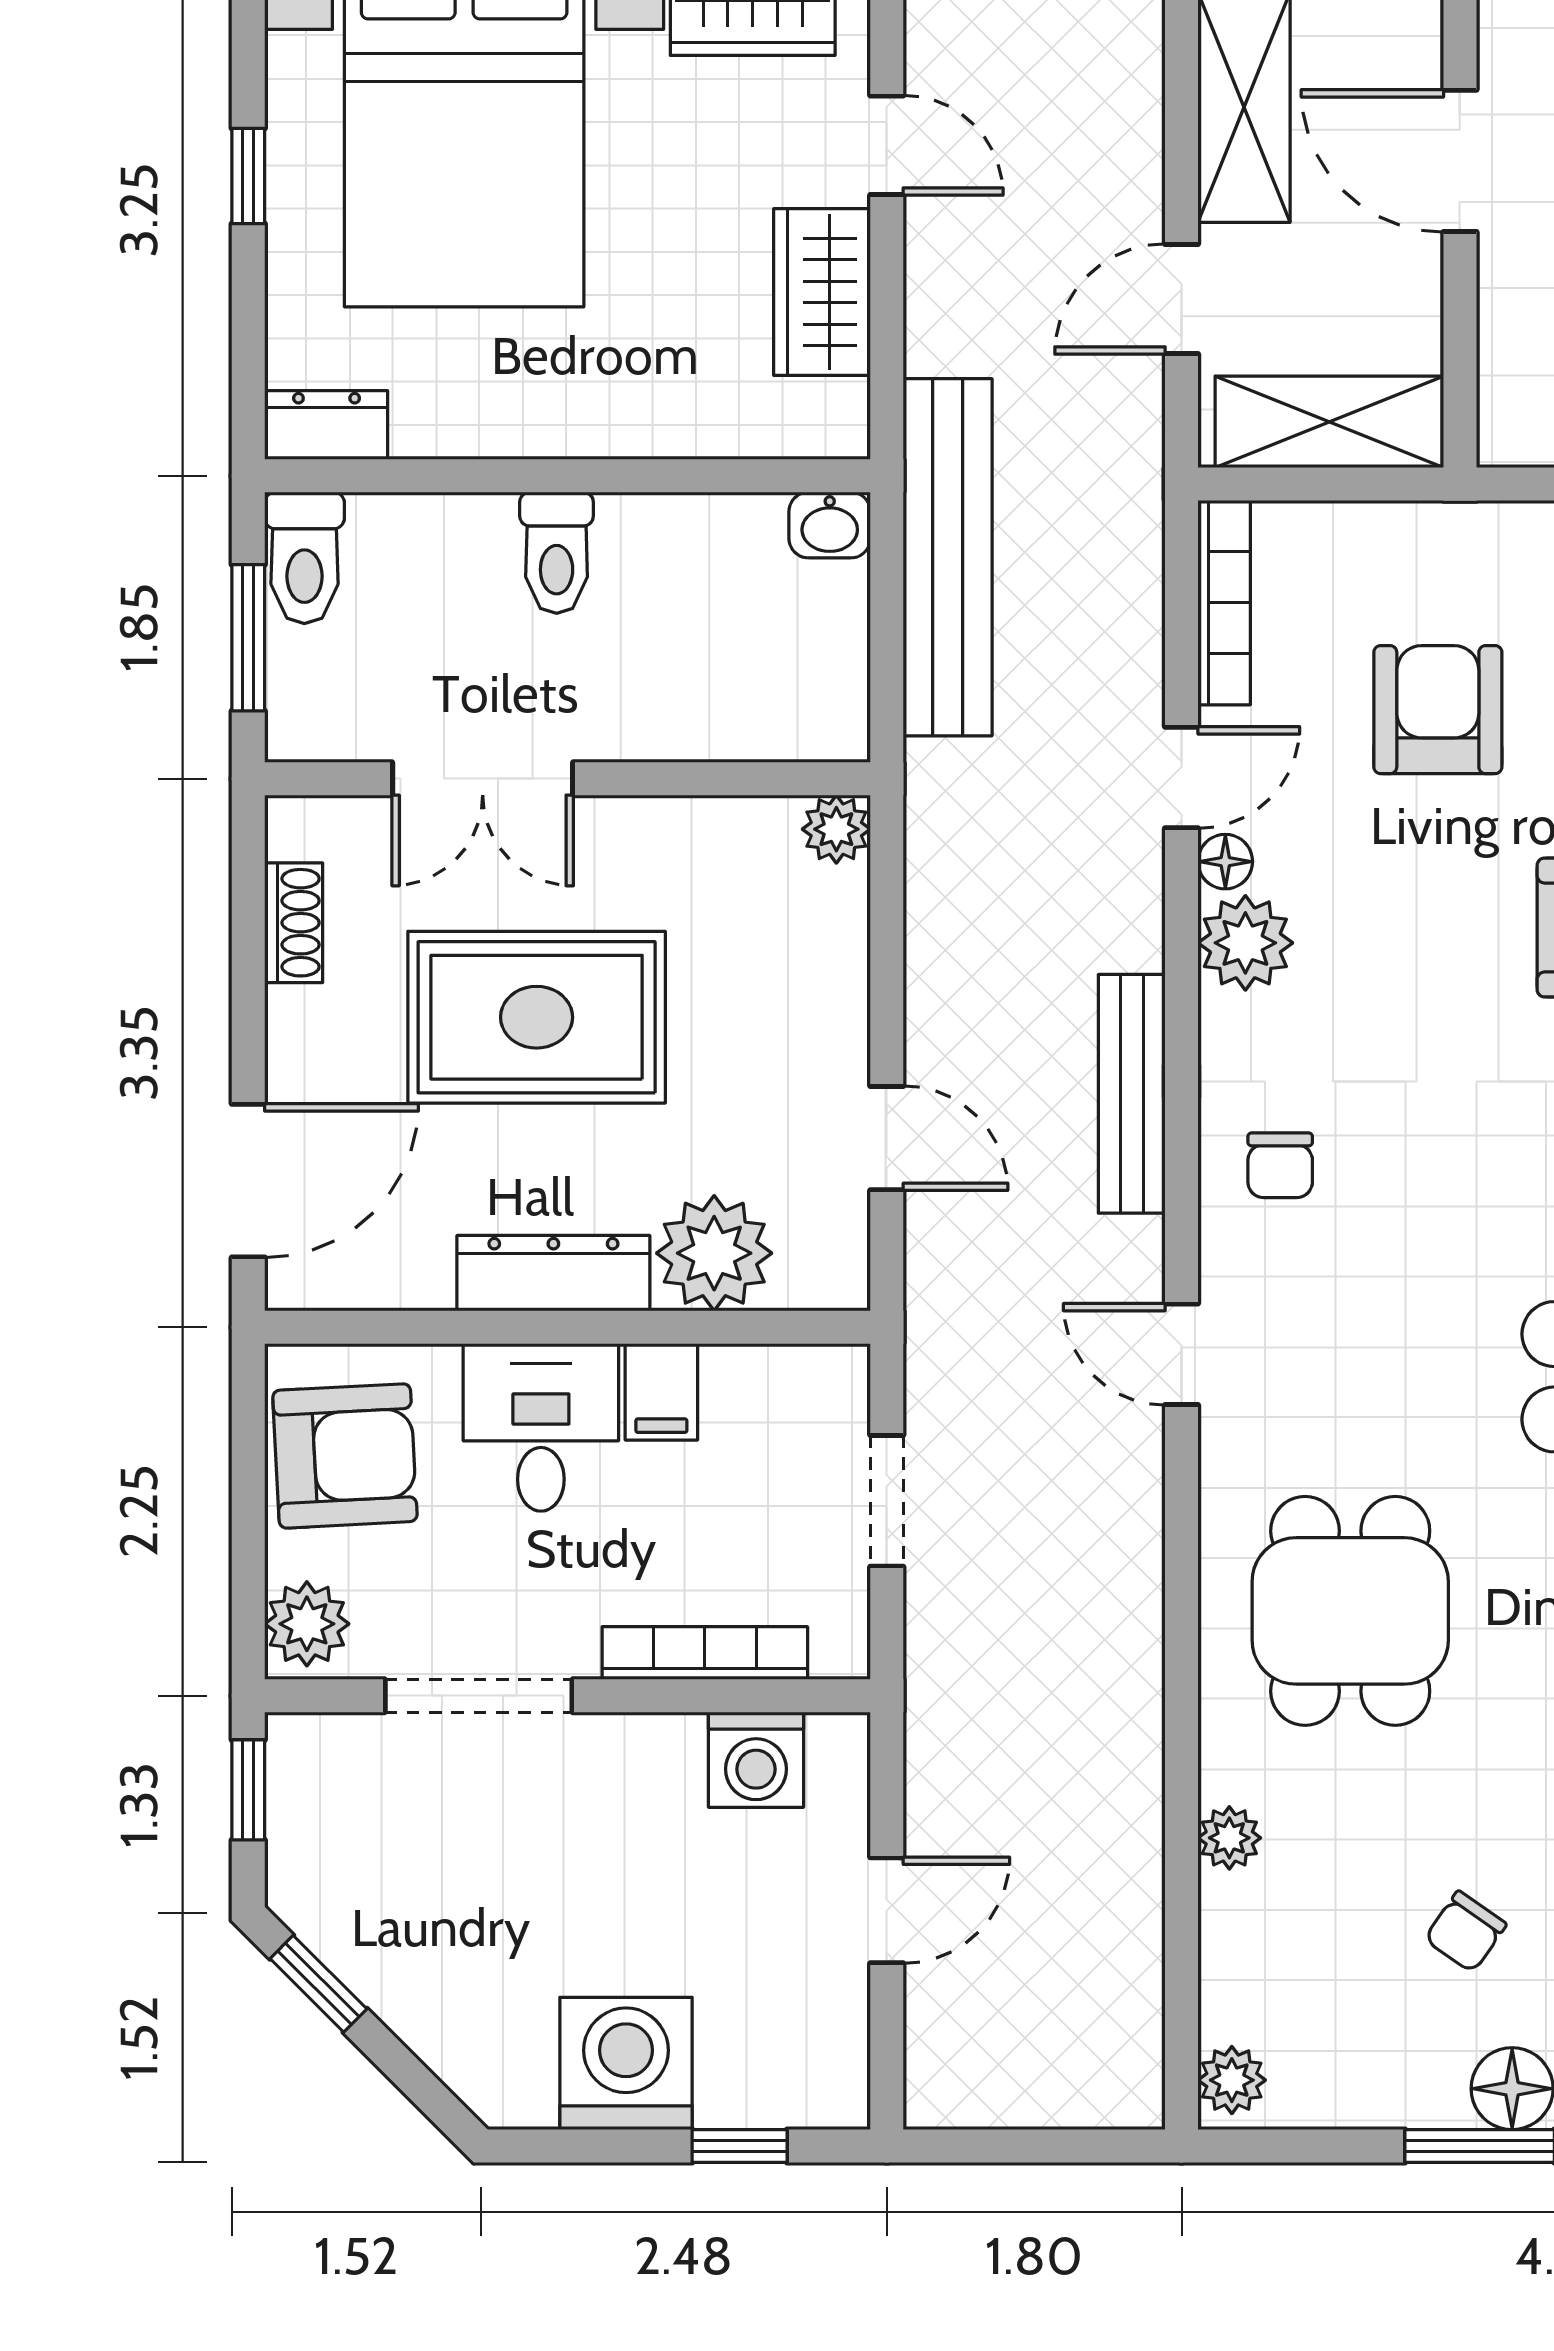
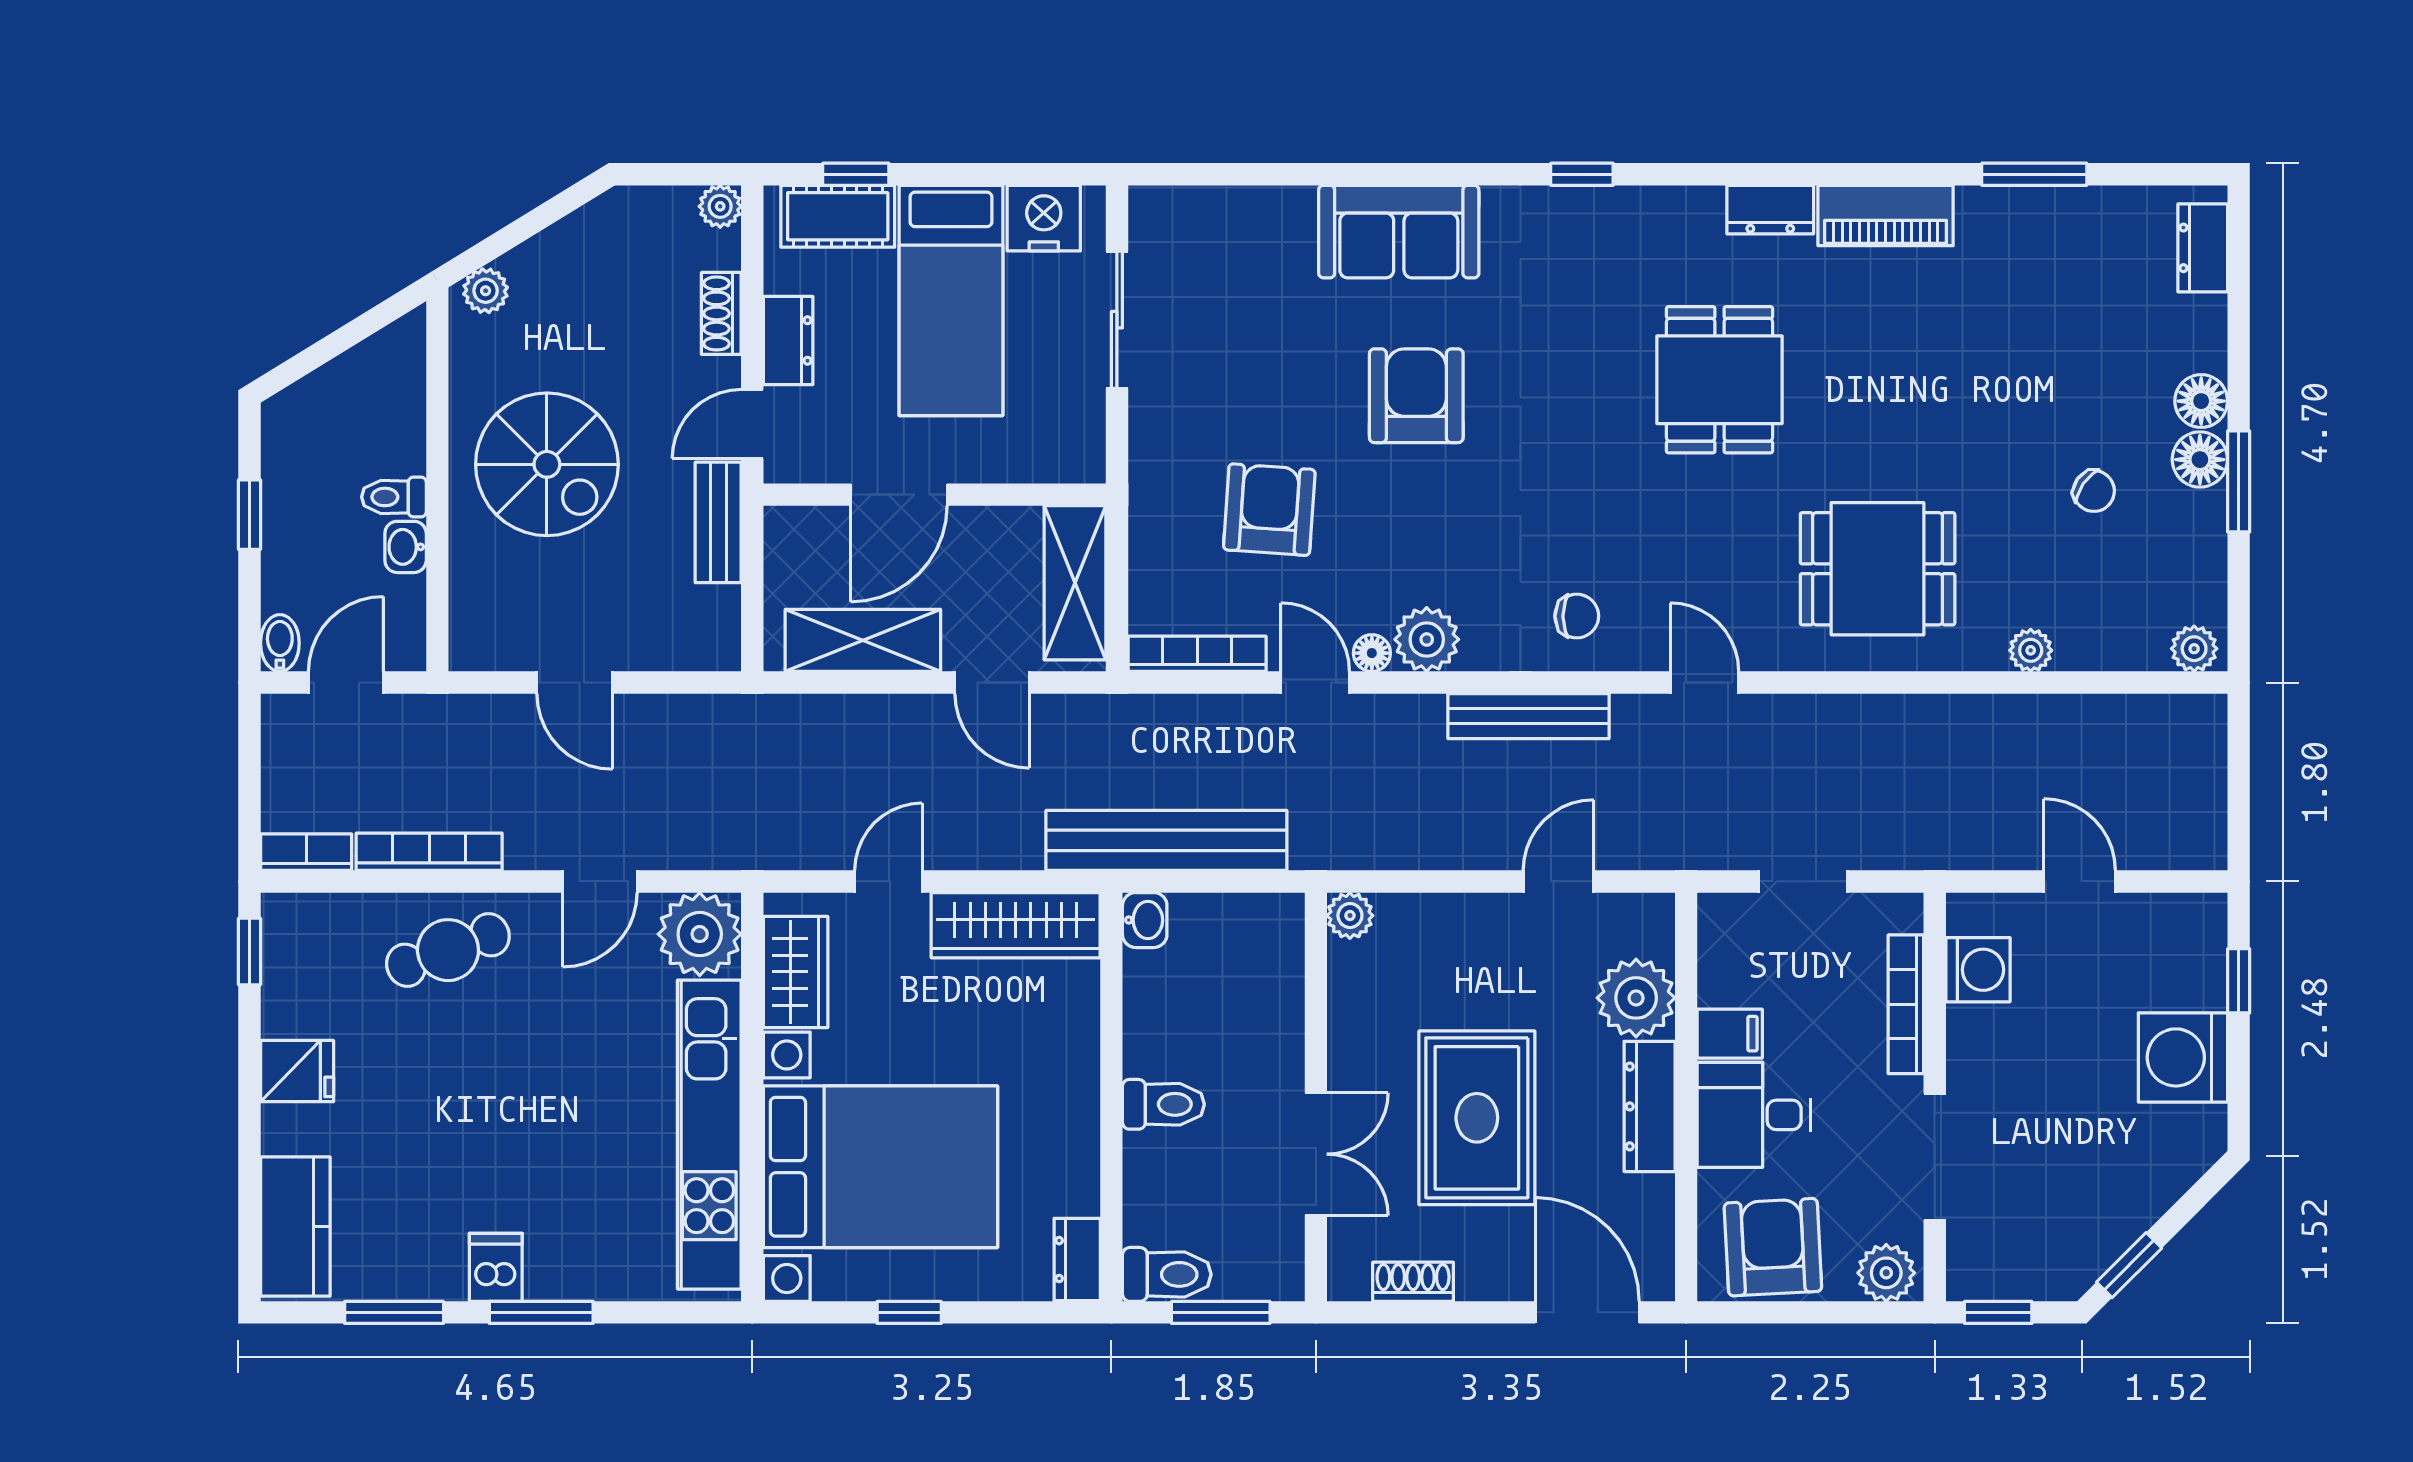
wardrobe: (822, 292) -> (1016, 925), width x1.50
armchair: (1438, 710) -> (1269, 510), turned 94
door: (1182, 1354) -> (1704, 683), swing flipped

